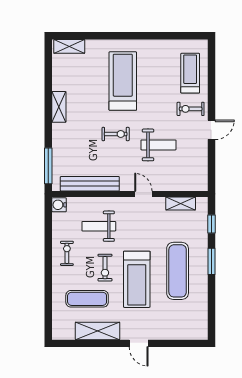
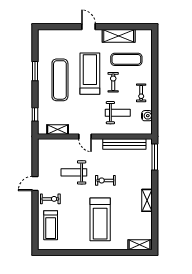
water cooler: (59, 205) -> (147, 116), moved
window: (212, 261) -> (35, 71), moved

